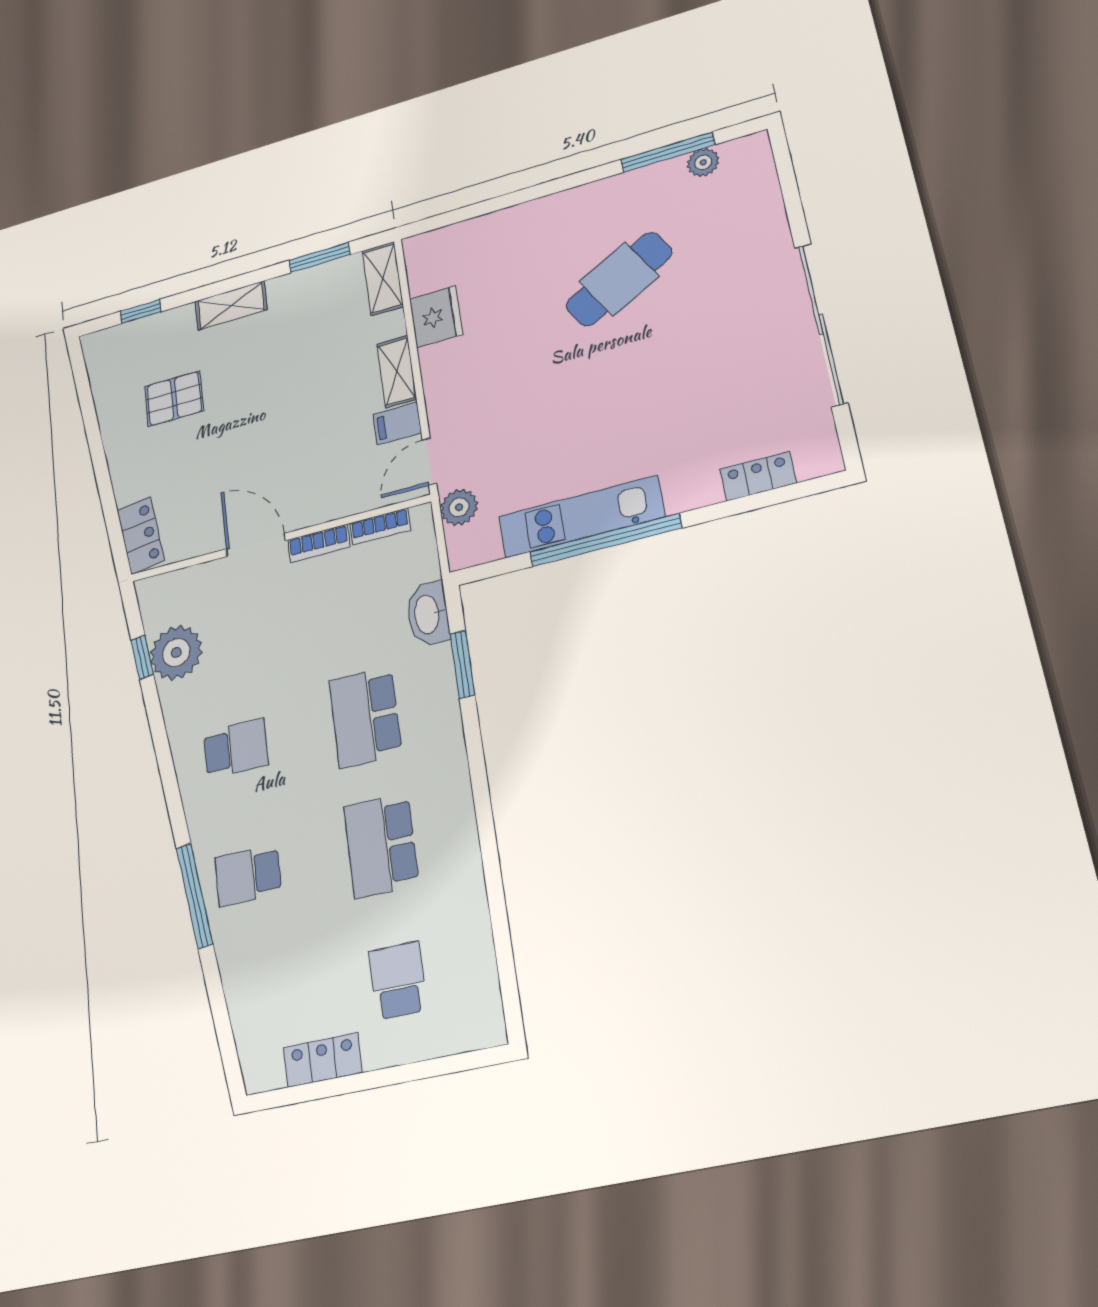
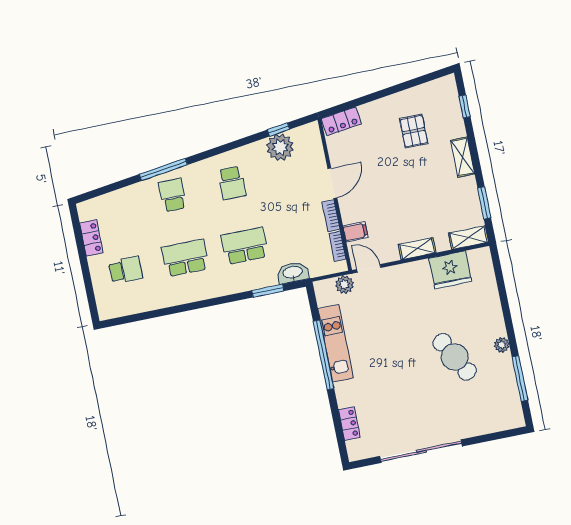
plant: (703, 162) -> (502, 345), moved
fridge: (436, 317) -> (450, 270), width x1.36, depth x1.34
filing cabinet: (397, 424) -> (356, 232), moved, turned 90

